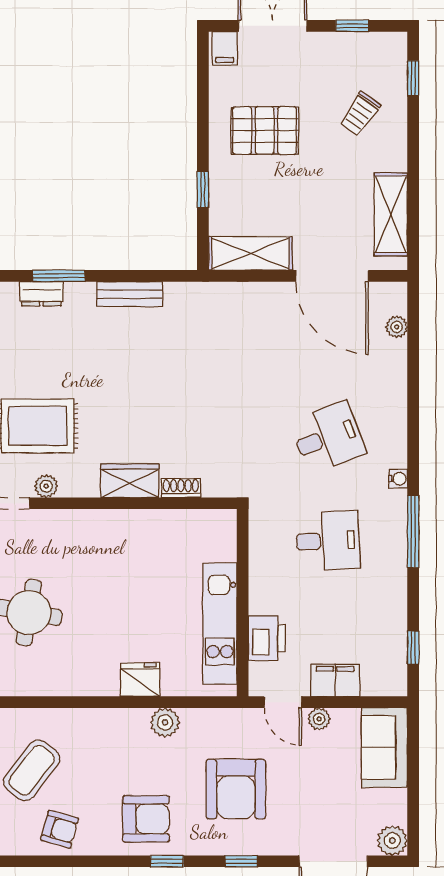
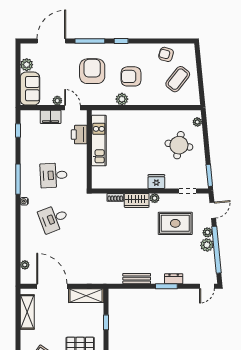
plant: (46, 486) -> (155, 198), moved
fridge: (140, 680) -> (156, 182), moved, turned 180
armchair: (146, 819) -> (131, 76), moved
plant: (392, 840) -> (27, 65), moved
window: (241, 861) -> (90, 41), width x2.17

